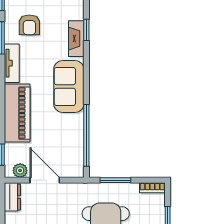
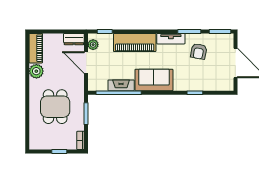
armchair: (29, 25) -> (199, 51), turned -80
fireplace: (76, 39) -> (121, 85), moved
door: (45, 180) -> (86, 62), swing flipped

